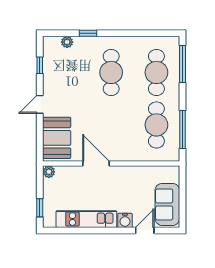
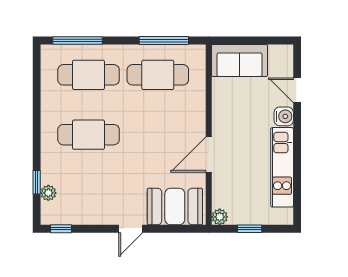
window: (88, 33) -> (37, 182), moved
window: (40, 65) -> (61, 229), moved
door: (40, 104) -> (131, 229), hinge flipped
sofa: (167, 204) -> (239, 61), moved
window: (40, 208) -> (250, 229), moved

